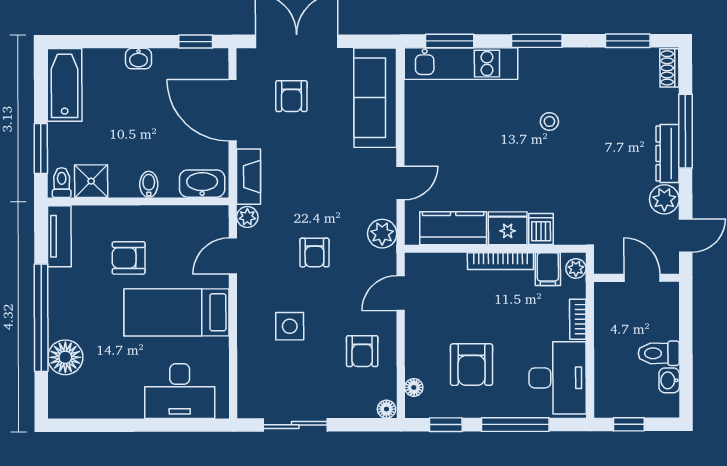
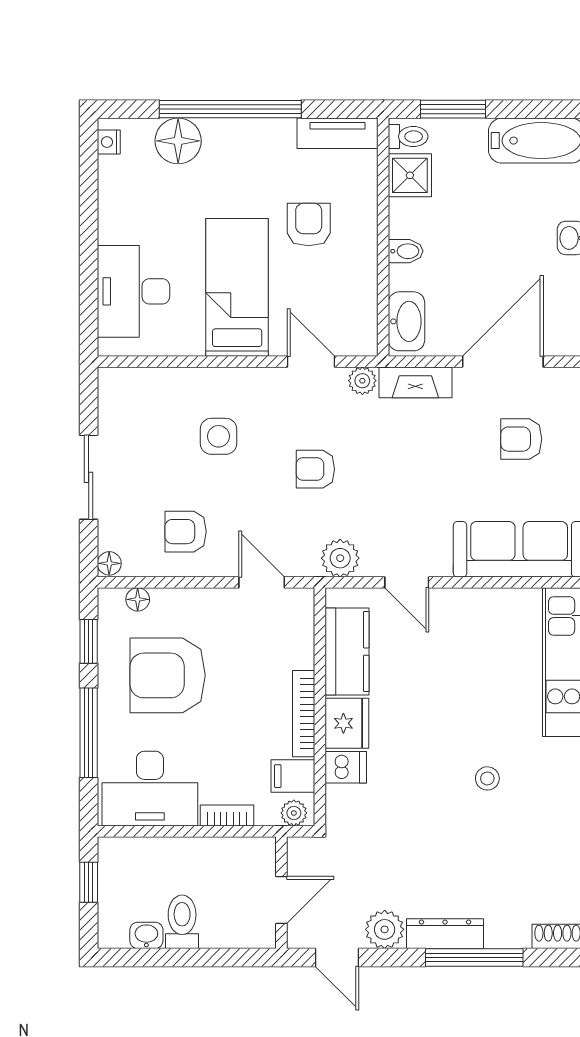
armchair: (472, 365) -> (168, 675), width x1.36, depth x1.36
nightstand: (66, 410) -> (109, 142), added
sliding door: (295, 425) -> (89, 477), moved

